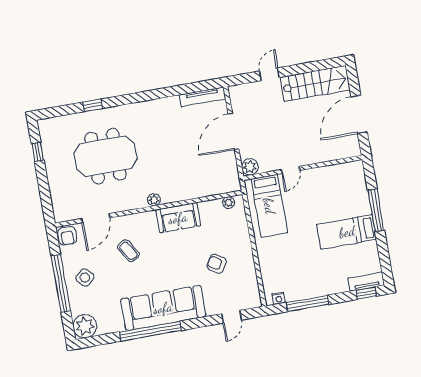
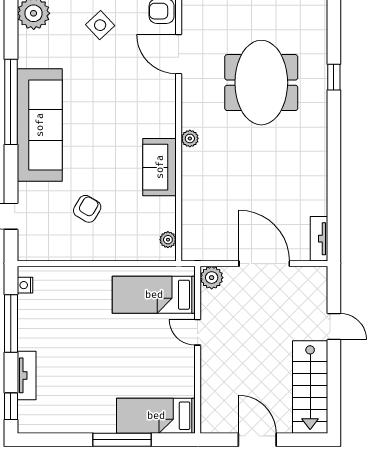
tv unit: (202, 97) -> (319, 239), width x0.71
door: (359, 114) -> (257, 440), width x0.73
bed: (347, 232) -> (156, 416), moved, turned -90
coffee table: (128, 251) -> (126, 91), removed
tv unit: (366, 282) -> (27, 375), moved

